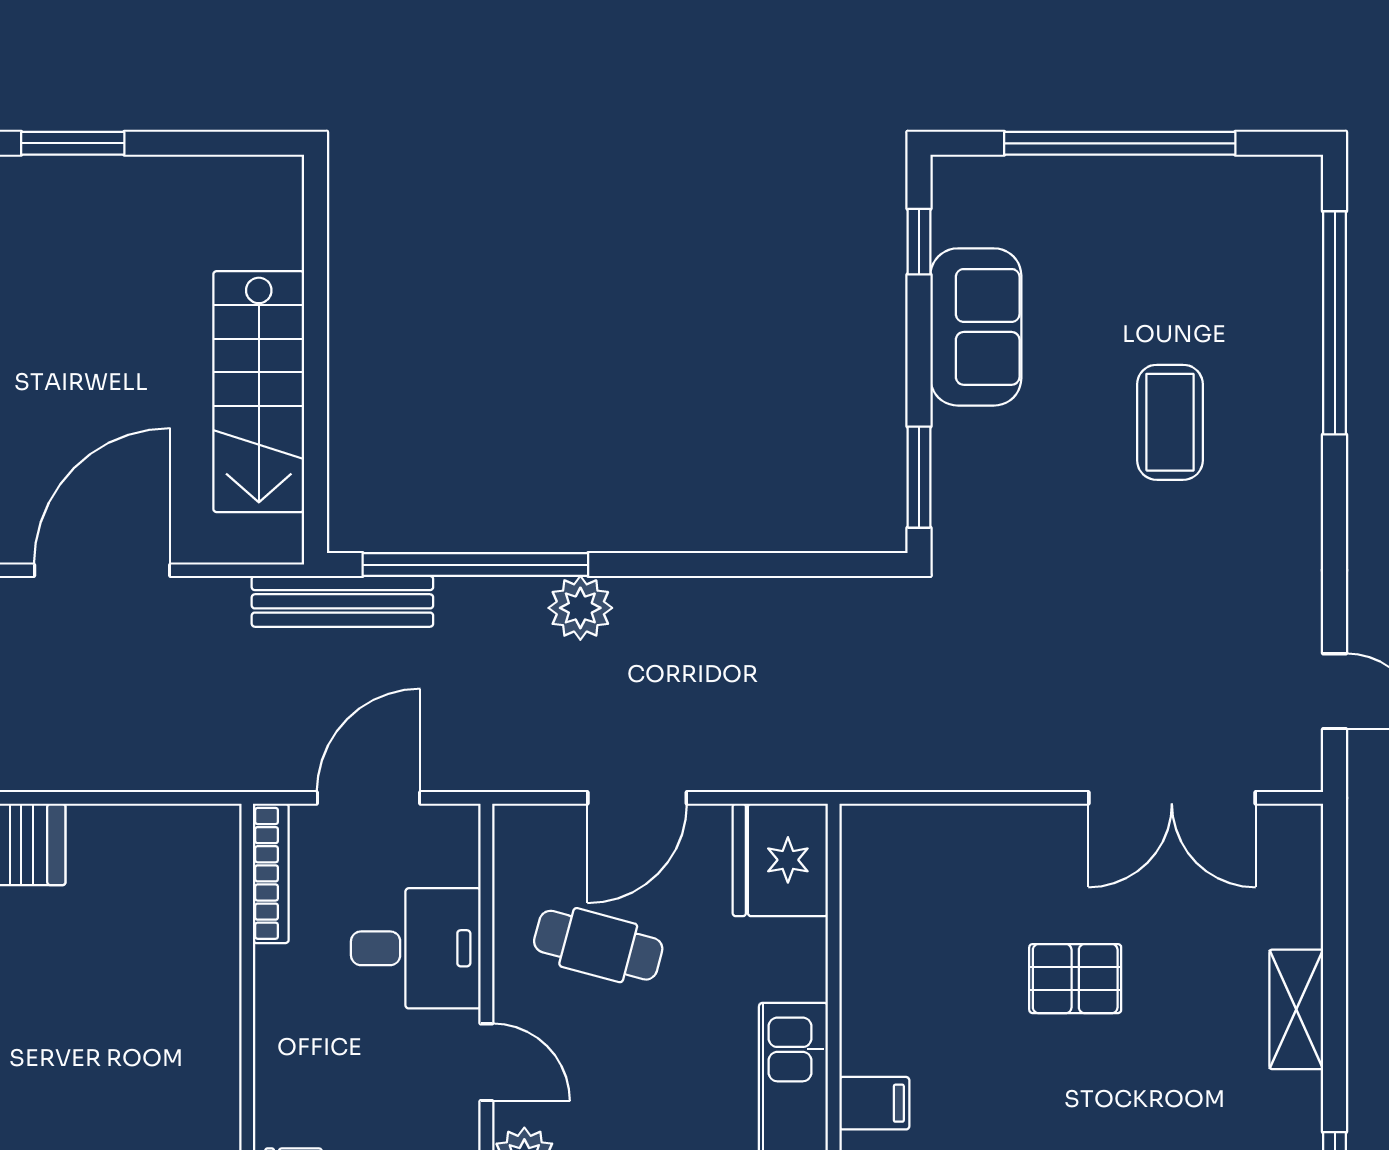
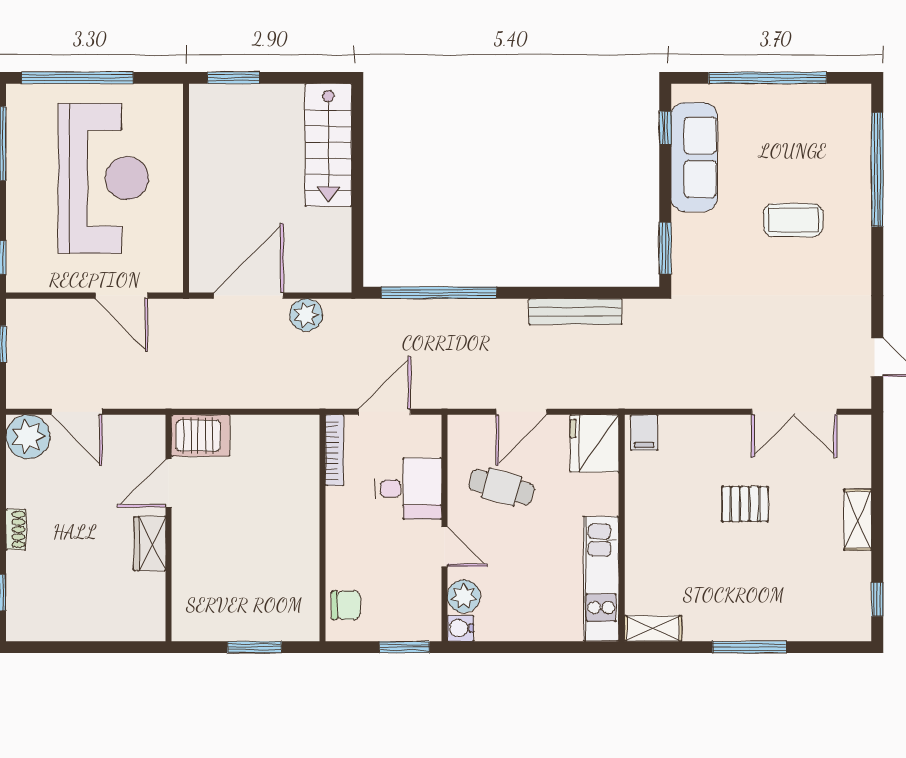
sofa: (976, 327) -> (694, 157), width x1.36
stairs: (259, 392) -> (328, 145), moved
coffee table: (1170, 422) -> (793, 220), turned 90
bench: (342, 601) -> (575, 312), moved
plant: (580, 608) -> (306, 315), moved
filing cabinet: (874, 1103) -> (644, 433), moved, turned 90

